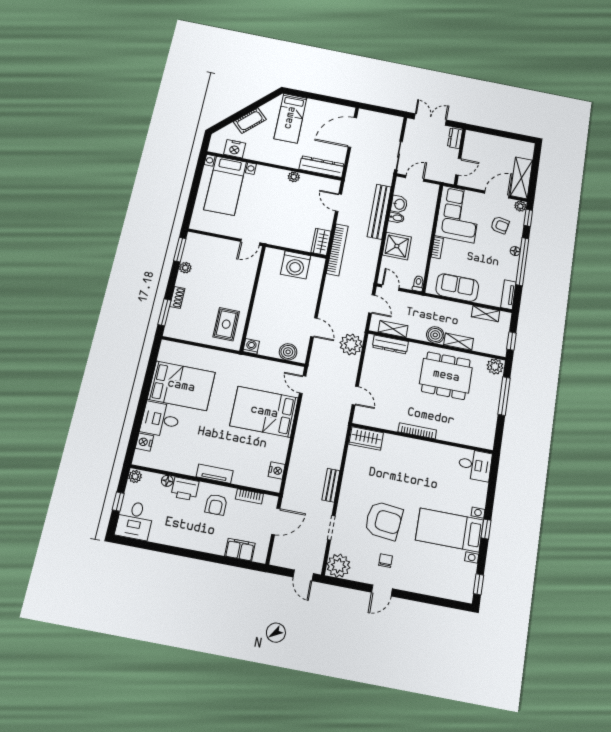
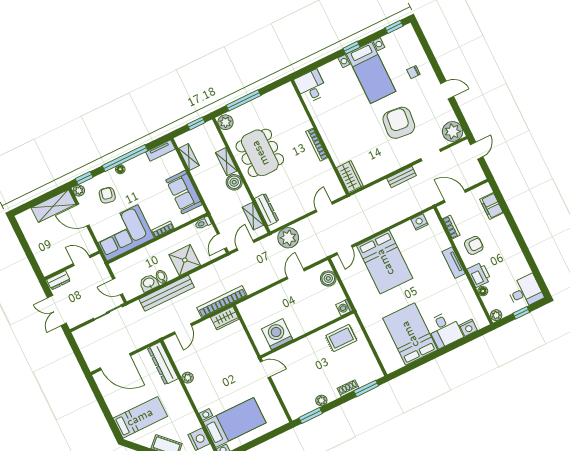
washing machine: (296, 265) -> (277, 334), moved, turned -90
chair: (385, 561) -> (413, 72), moved

